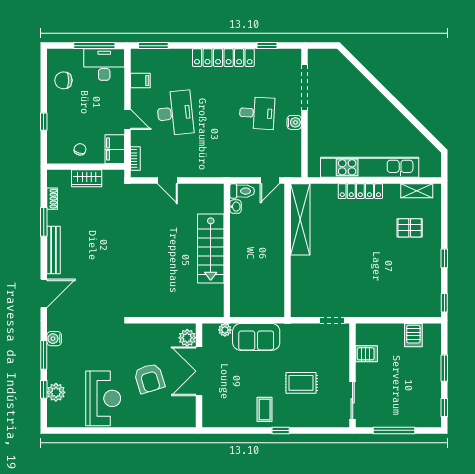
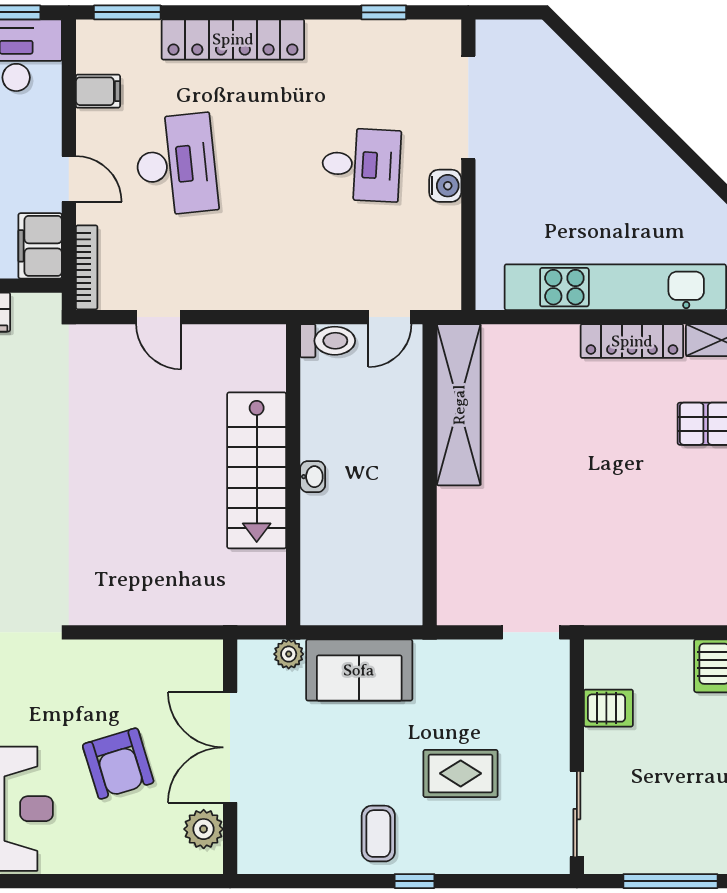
locker: (223, 58) -> (233, 39), moved
bookcase: (135, 159) -> (87, 267), width x1.56
locker: (360, 191) -> (632, 341), moved
washbasin: (236, 207) -> (313, 477), moved
plant: (187, 338) -> (204, 829), moved

